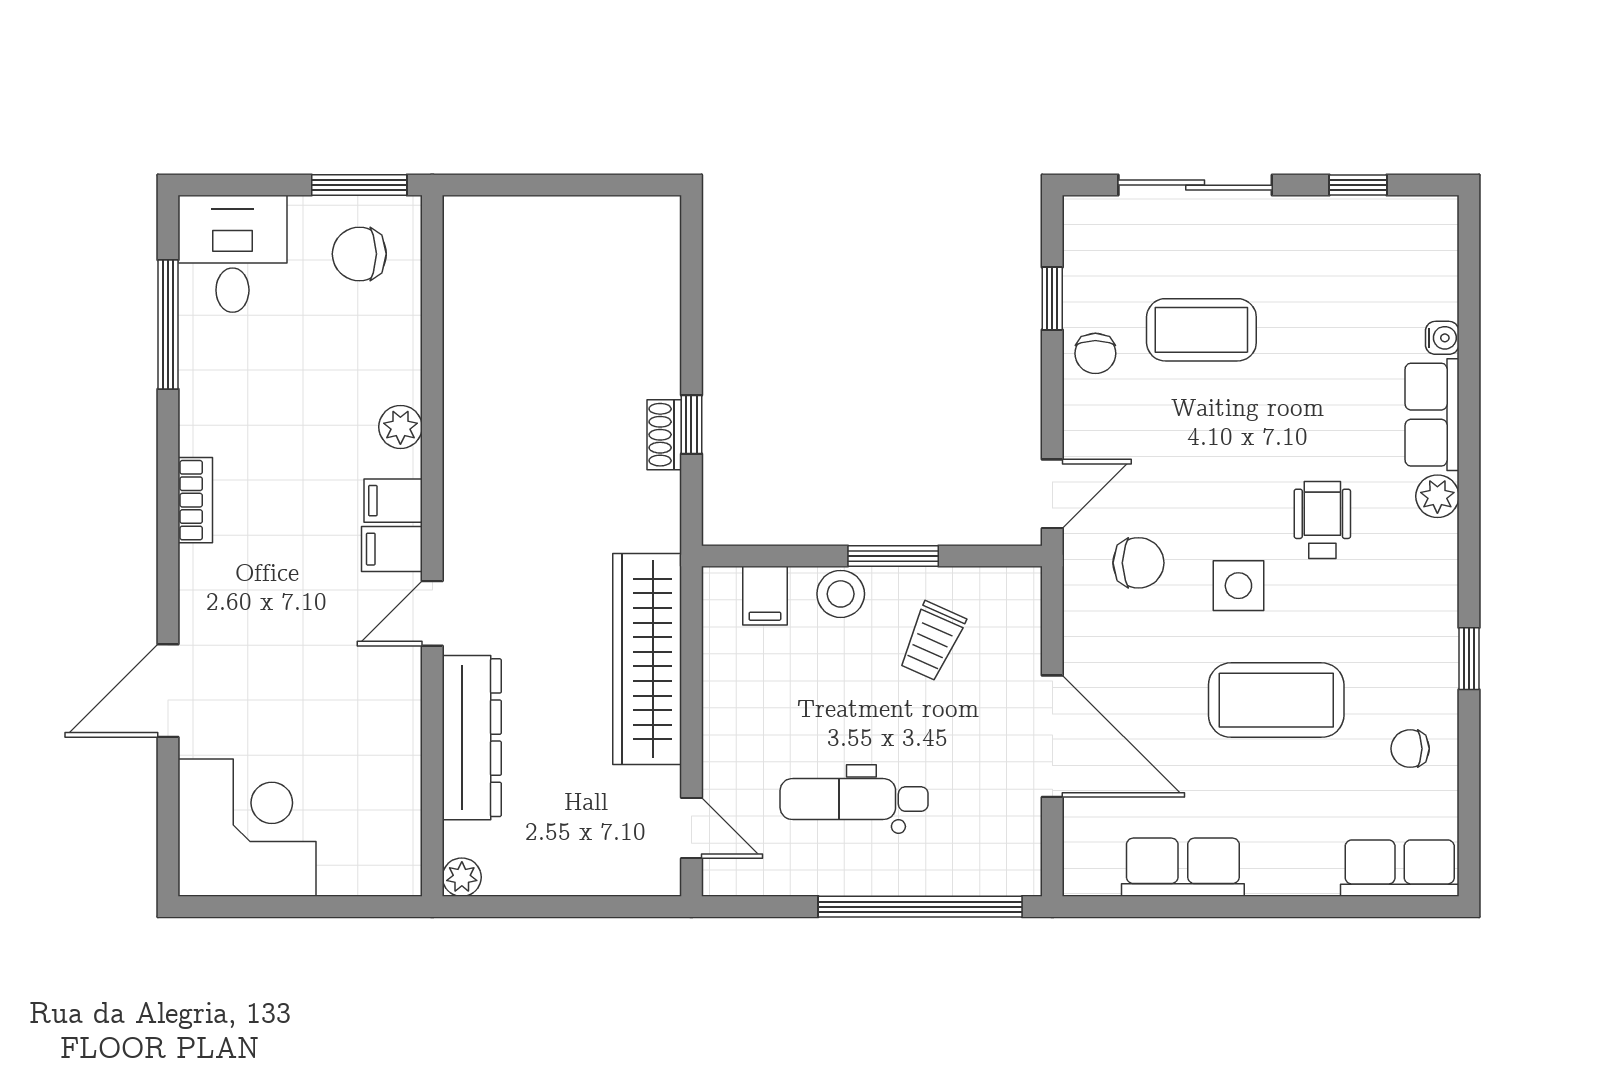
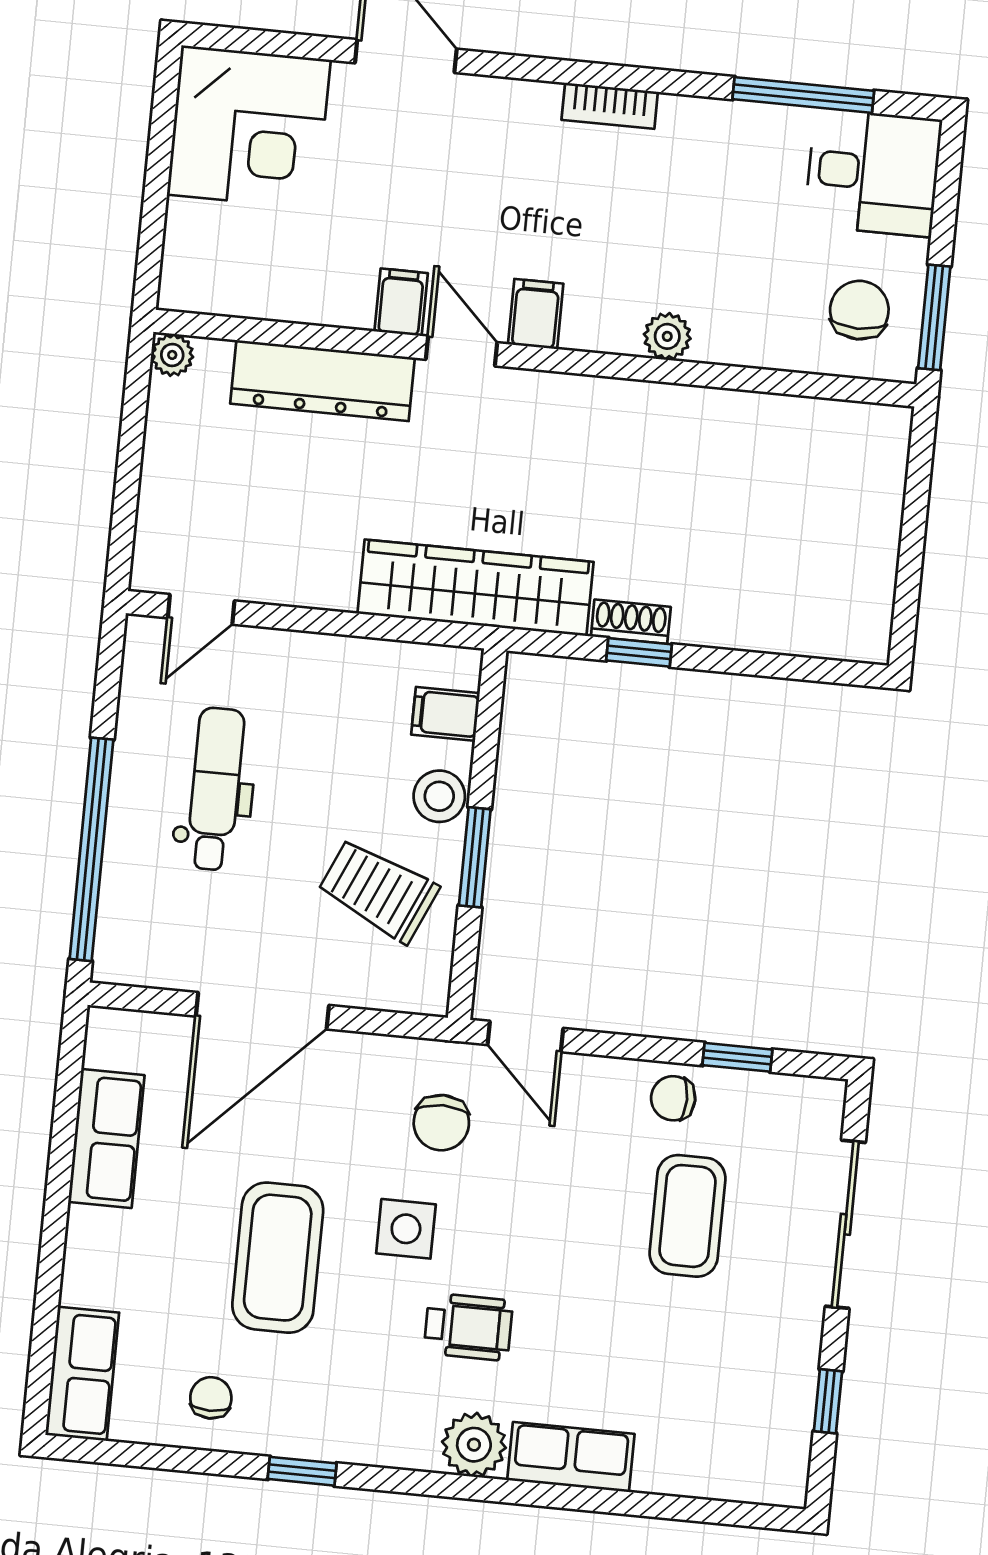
water cooler: (1442, 338) -> (653, 1476), removed
plant: (1437, 496) -> (474, 1445), width x1.38, depth x1.38
filing cabinet: (393, 501) -> (401, 302), moved
trolley: (932, 641) -> (378, 890), width x1.36, depth x1.39
wardrobe: (647, 659) -> (475, 588), moved

